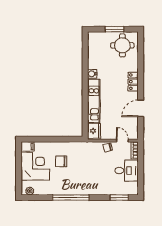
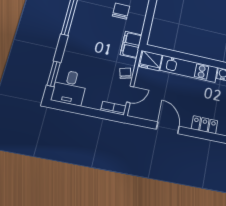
filing cabinet: (85, 148) -> (131, 45), added
desk: (126, 170) -> (70, 87), moved

